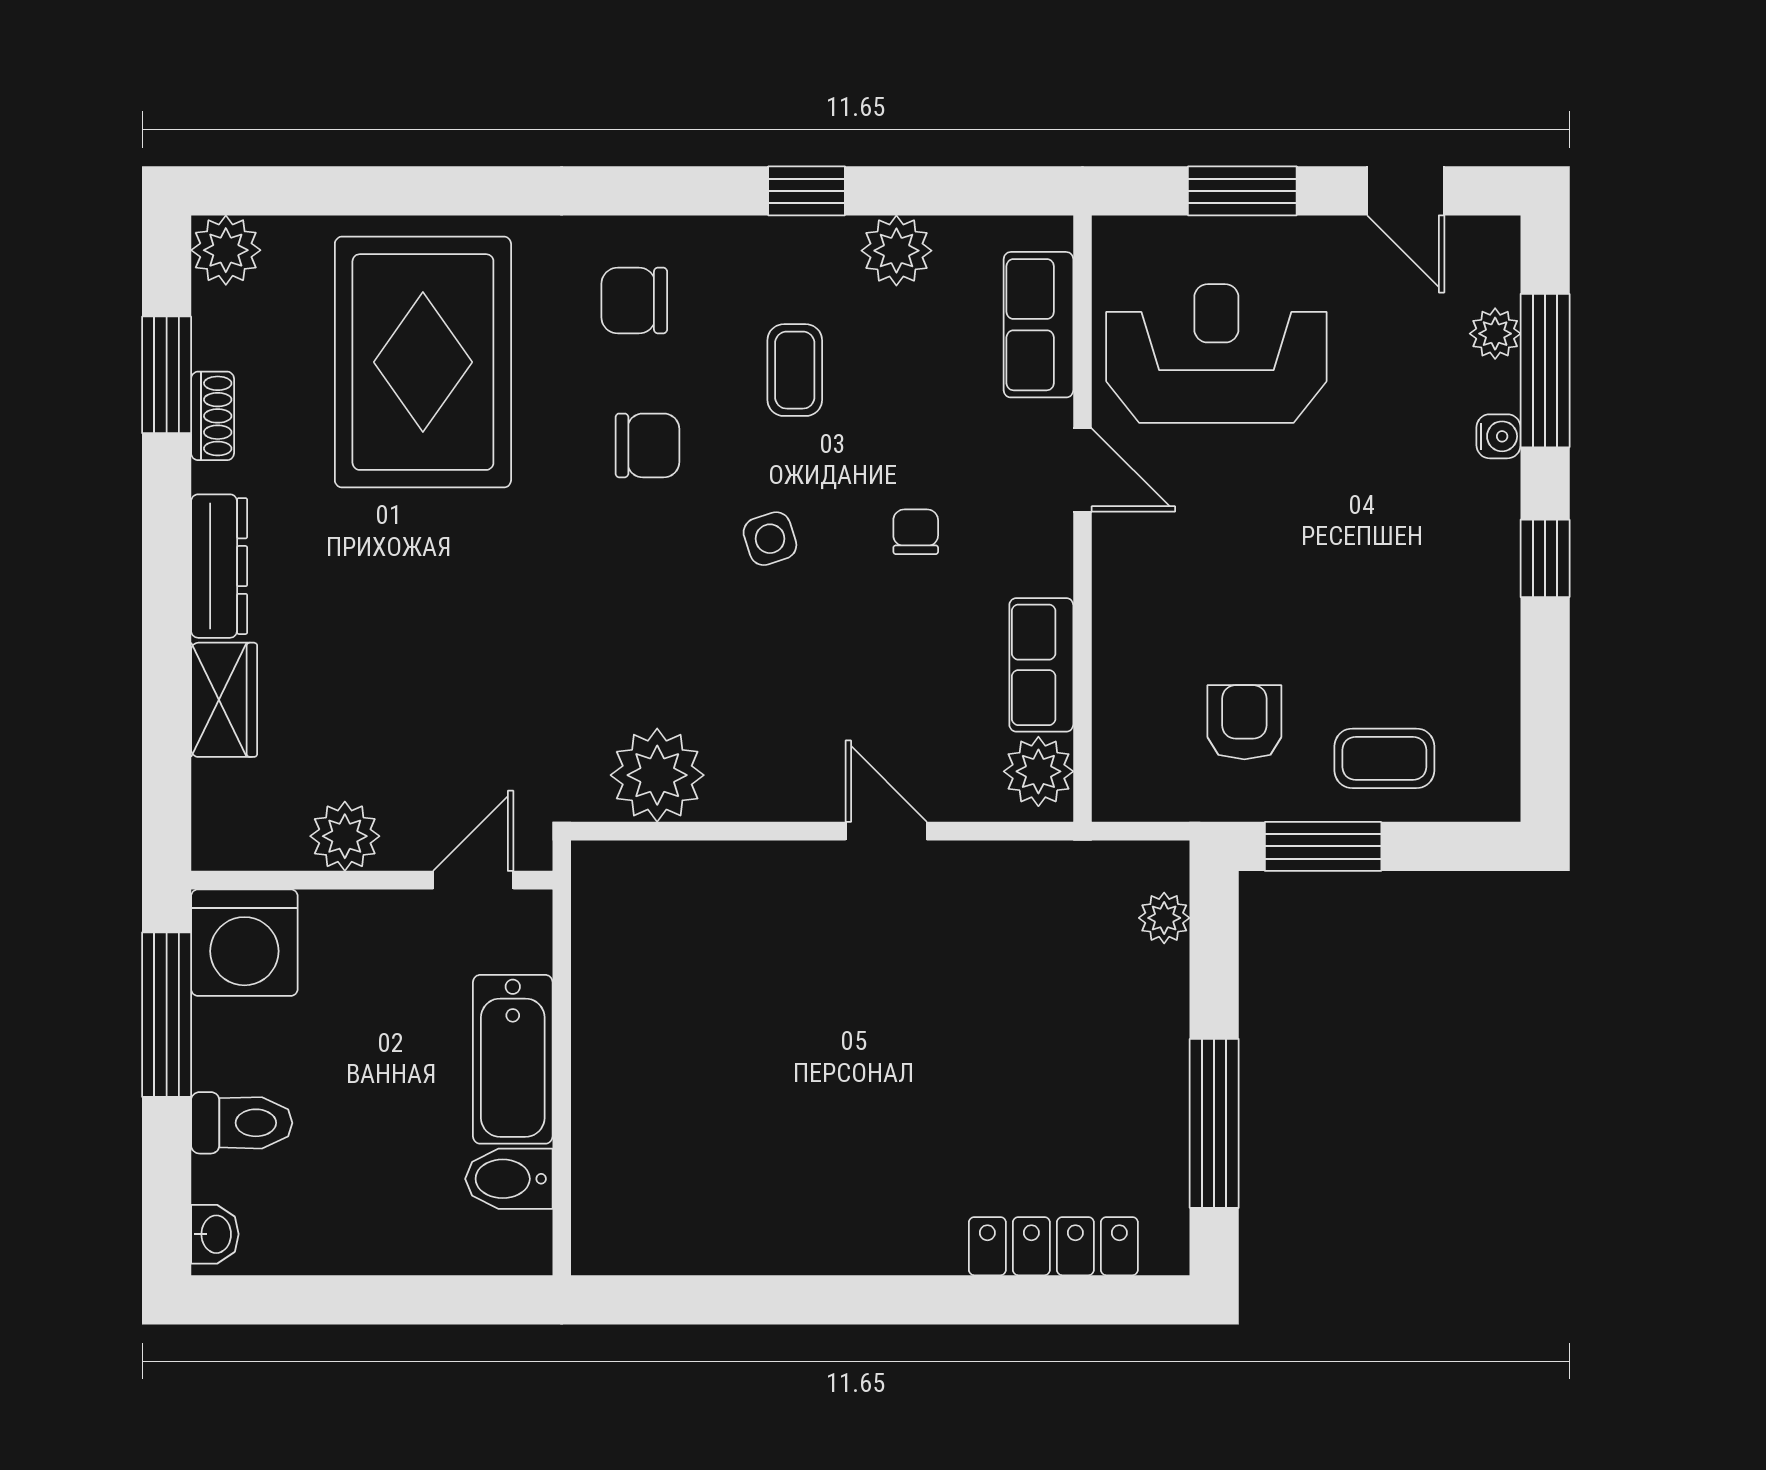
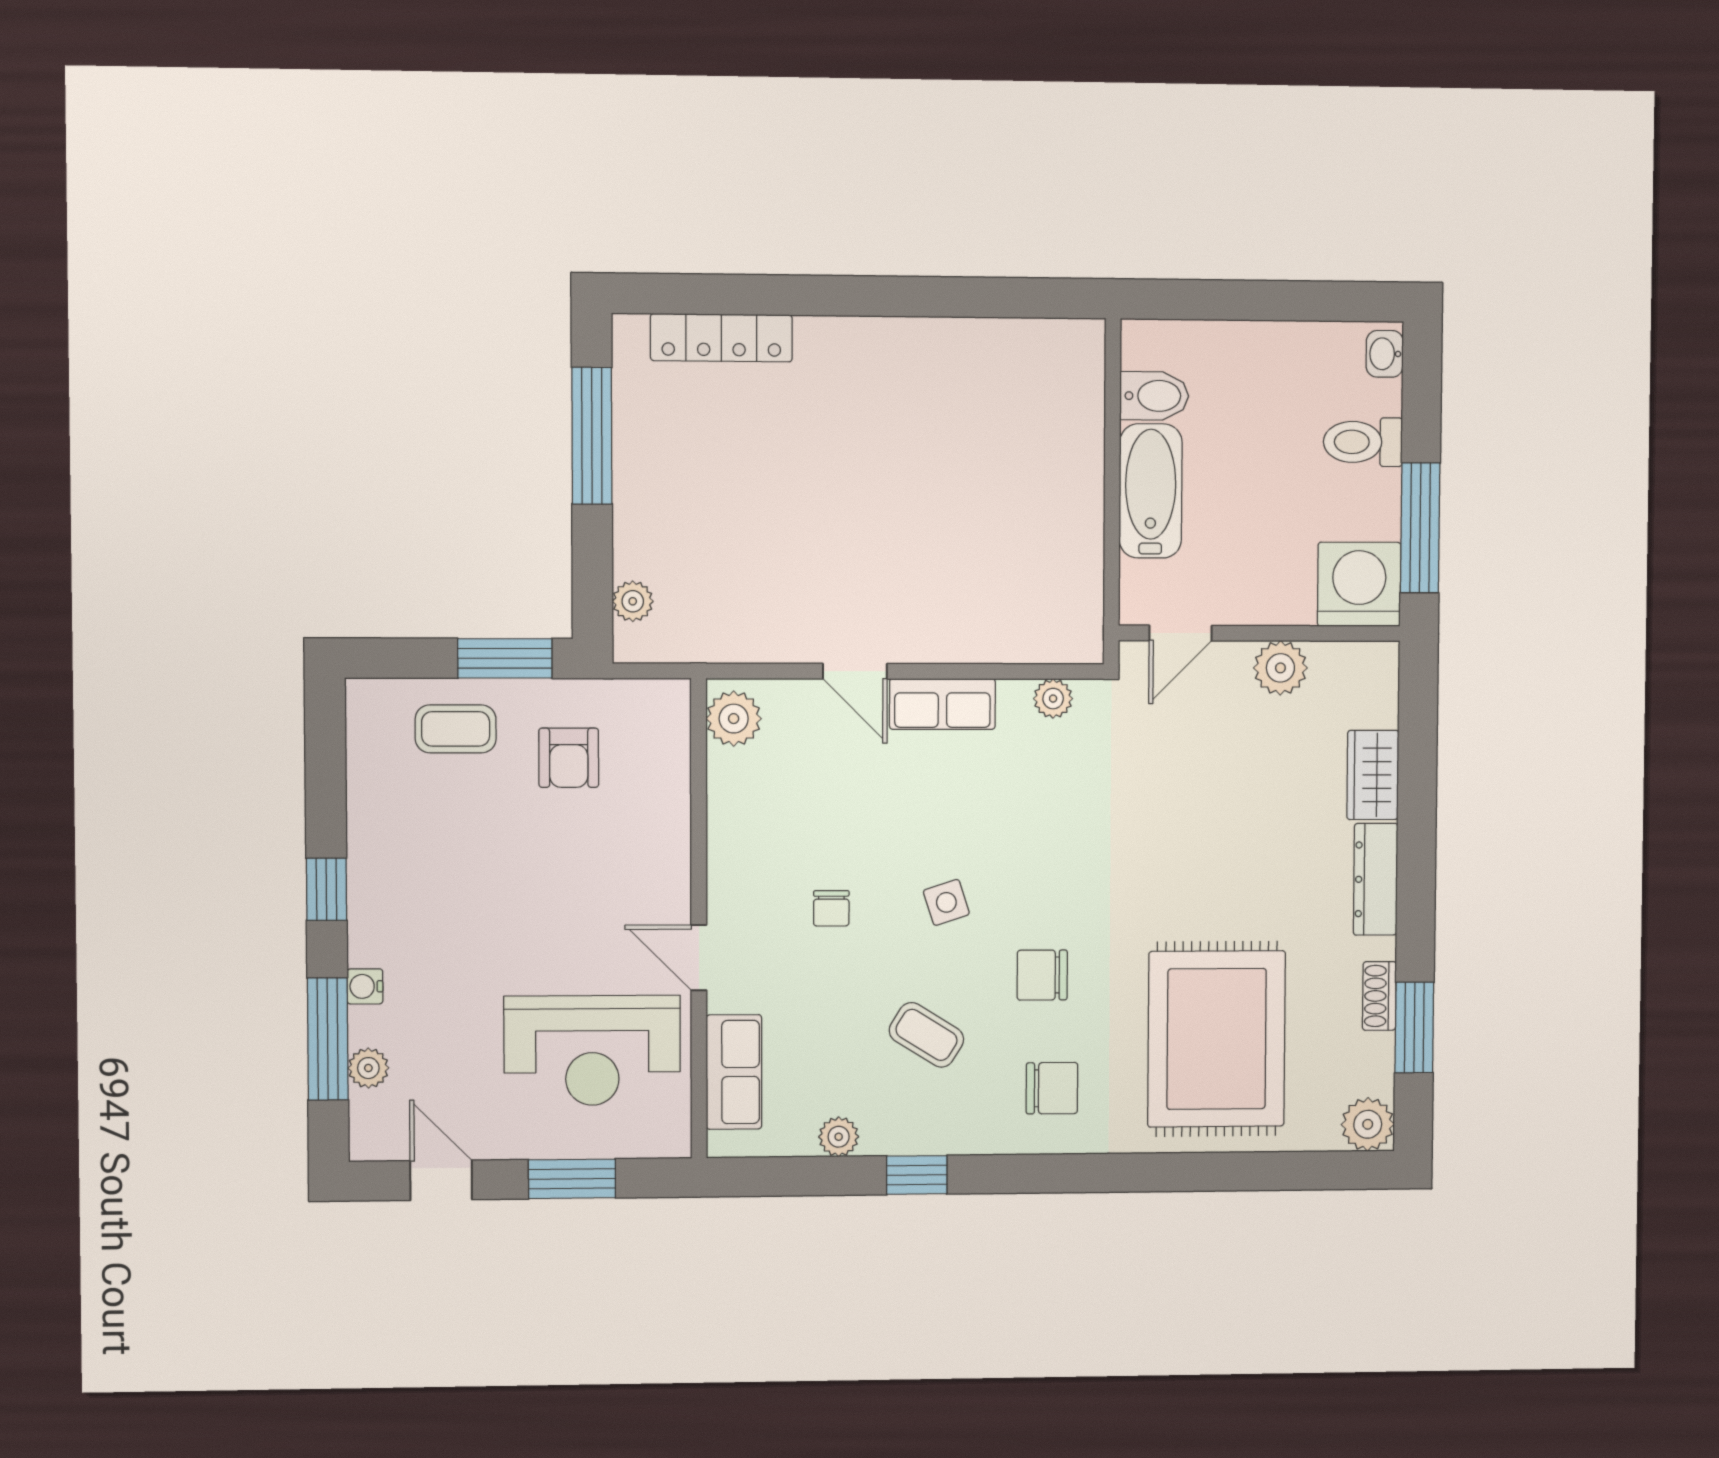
plant: (896, 251) -> (839, 1137), width x0.73, depth x0.73
coffee table: (795, 370) -> (926, 1035), turned -58
row of seats: (1041, 665) -> (942, 704), moved, turned 90
plant: (657, 775) -> (1053, 699), width x0.53, depth x0.53

